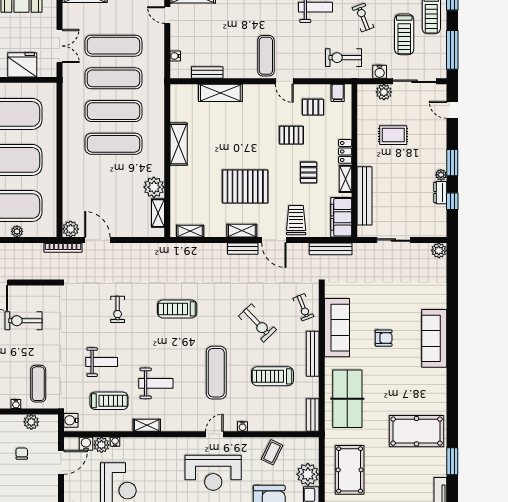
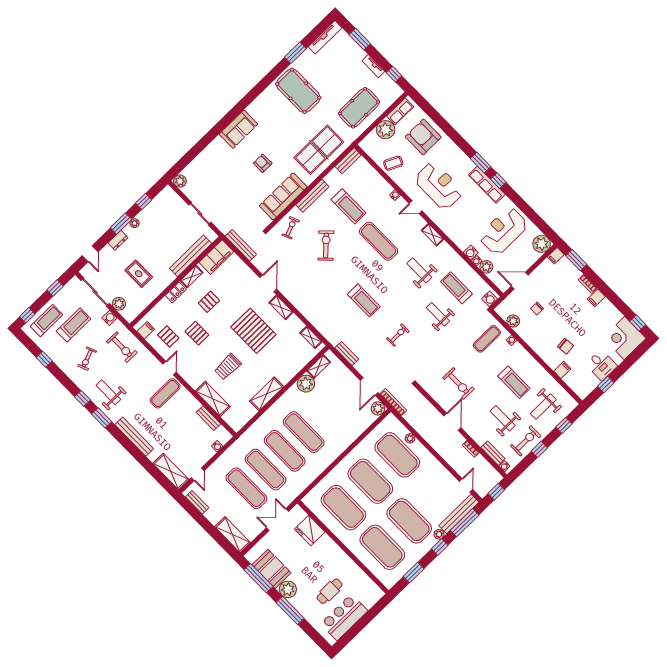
window: (452, 50) -> (55, 288), width x0.46
dresser: (440, 193) -> (118, 240), moved
trolley: (296, 220) -> (228, 367), moved
bench: (243, 249) -> (347, 354), moved
sofa: (434, 338) -> (238, 129), width x0.73
exercise mat: (216, 373) -> (379, 241), turned 90
shelving: (147, 425) -> (432, 235), moved
water cooler: (86, 444) -> (471, 252), moved

